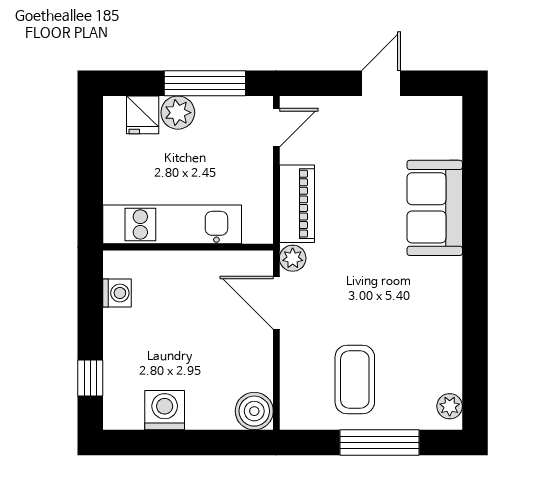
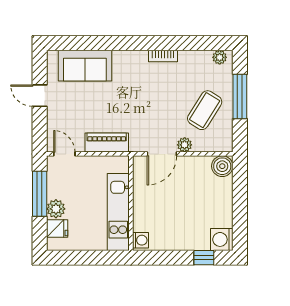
sofa: (435, 208) -> (85, 66), moved
plant: (293, 258) -> (185, 145), moved
washing machine: (117, 293) -> (141, 240), moved, turned 90
bookcase: (452, 305) -> (163, 56), added
coffee table: (355, 379) -> (205, 110), turned -58
washing machine: (165, 410) -> (222, 239), moved

